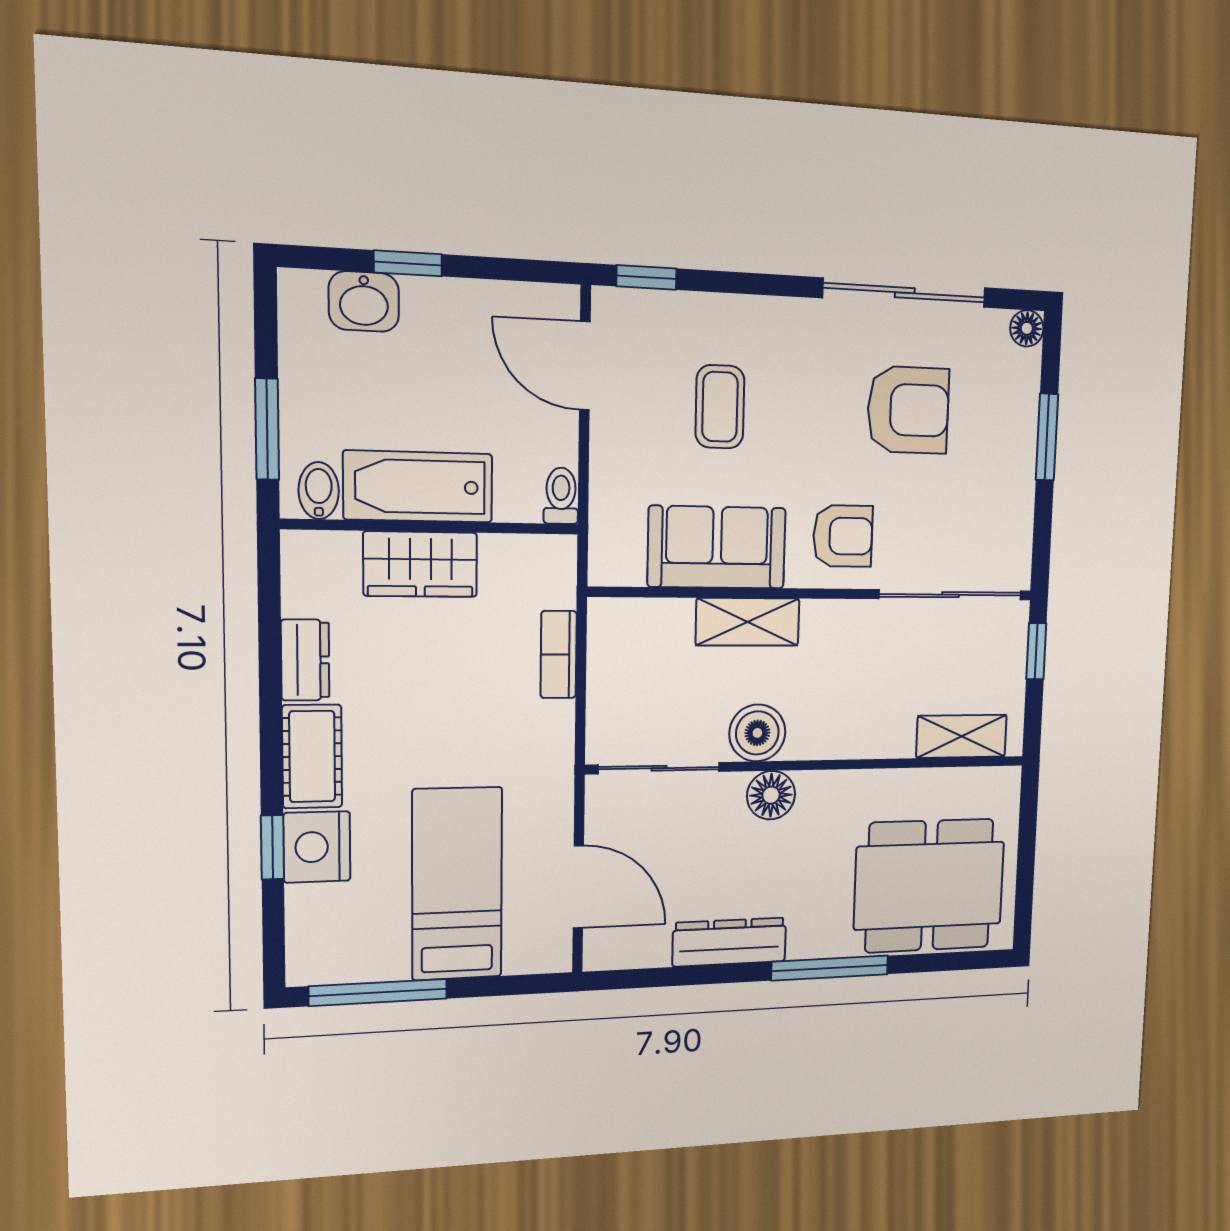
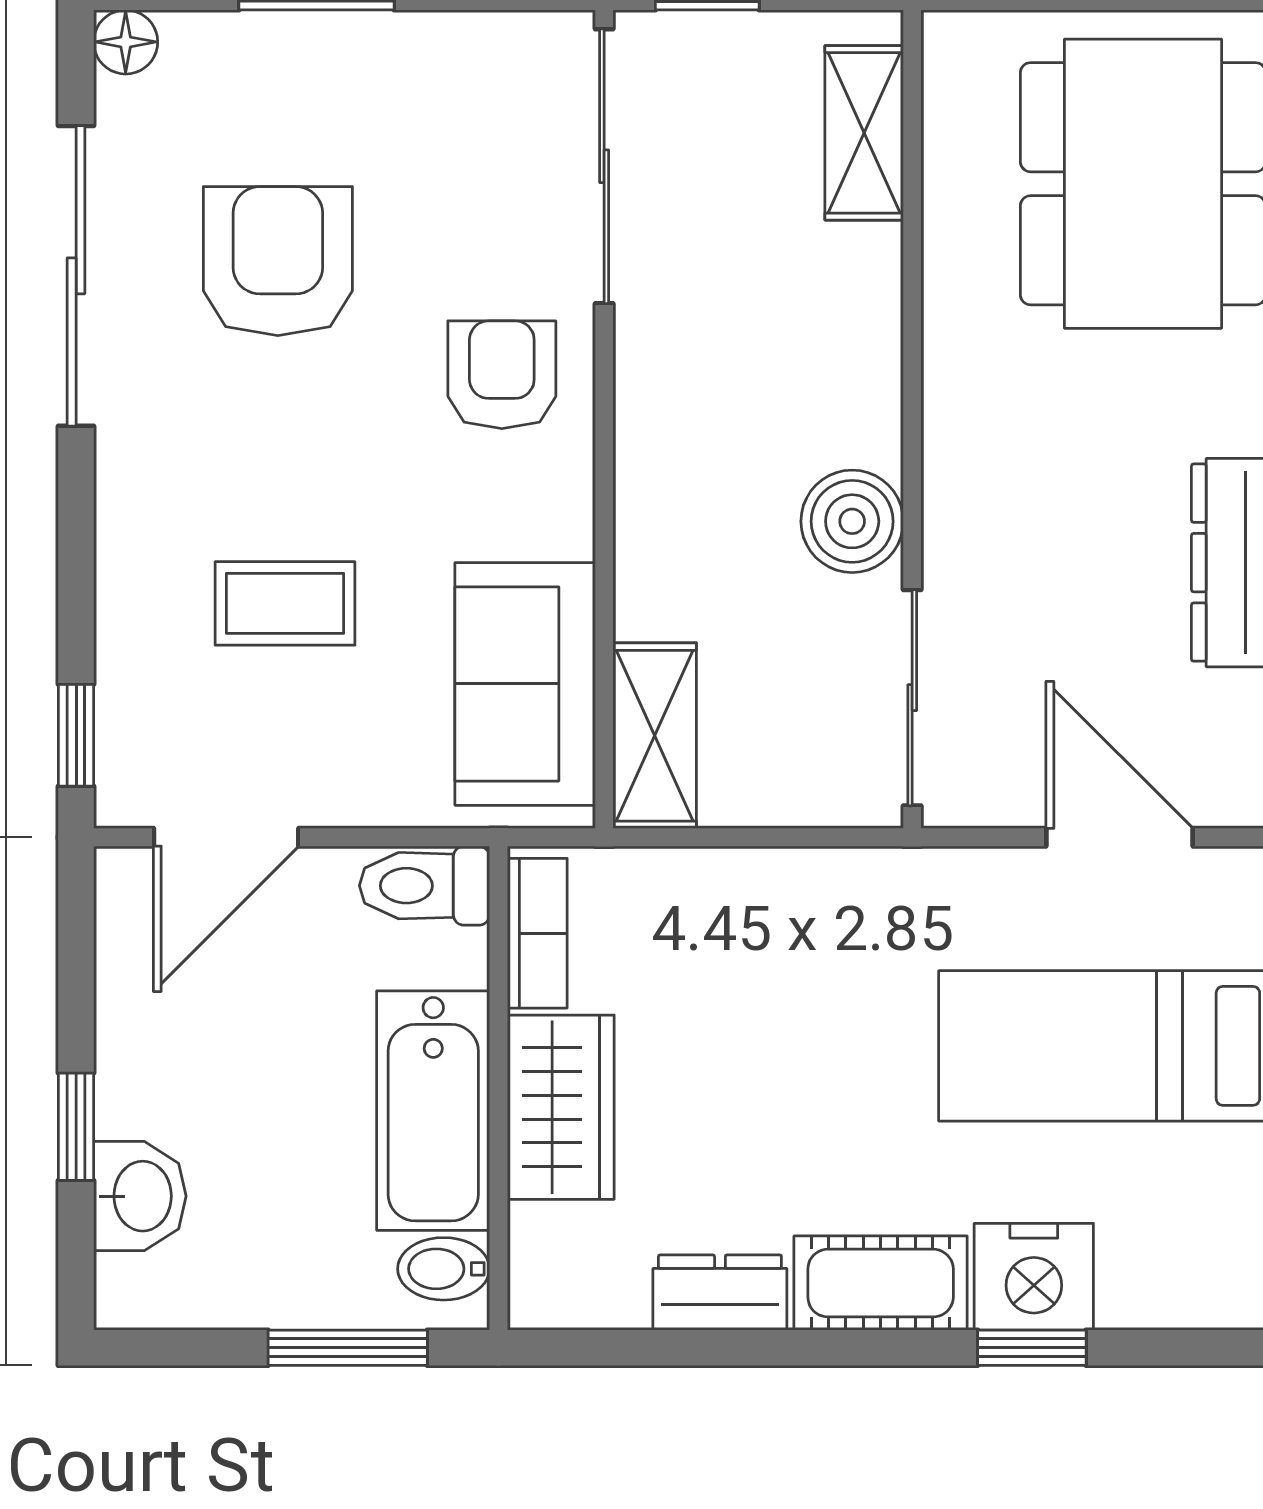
toilet: (561, 496) -> (425, 886), width x1.37, depth x1.39
sofa: (717, 547) -> (525, 684), moved
shelving: (748, 622) -> (655, 736), moved
bookcase: (559, 655) -> (537, 933), moved, turned -90
floor lamp: (771, 795) -> (965, 493), removed
door: (578, 887) -> (1120, 837), hinge flipped

